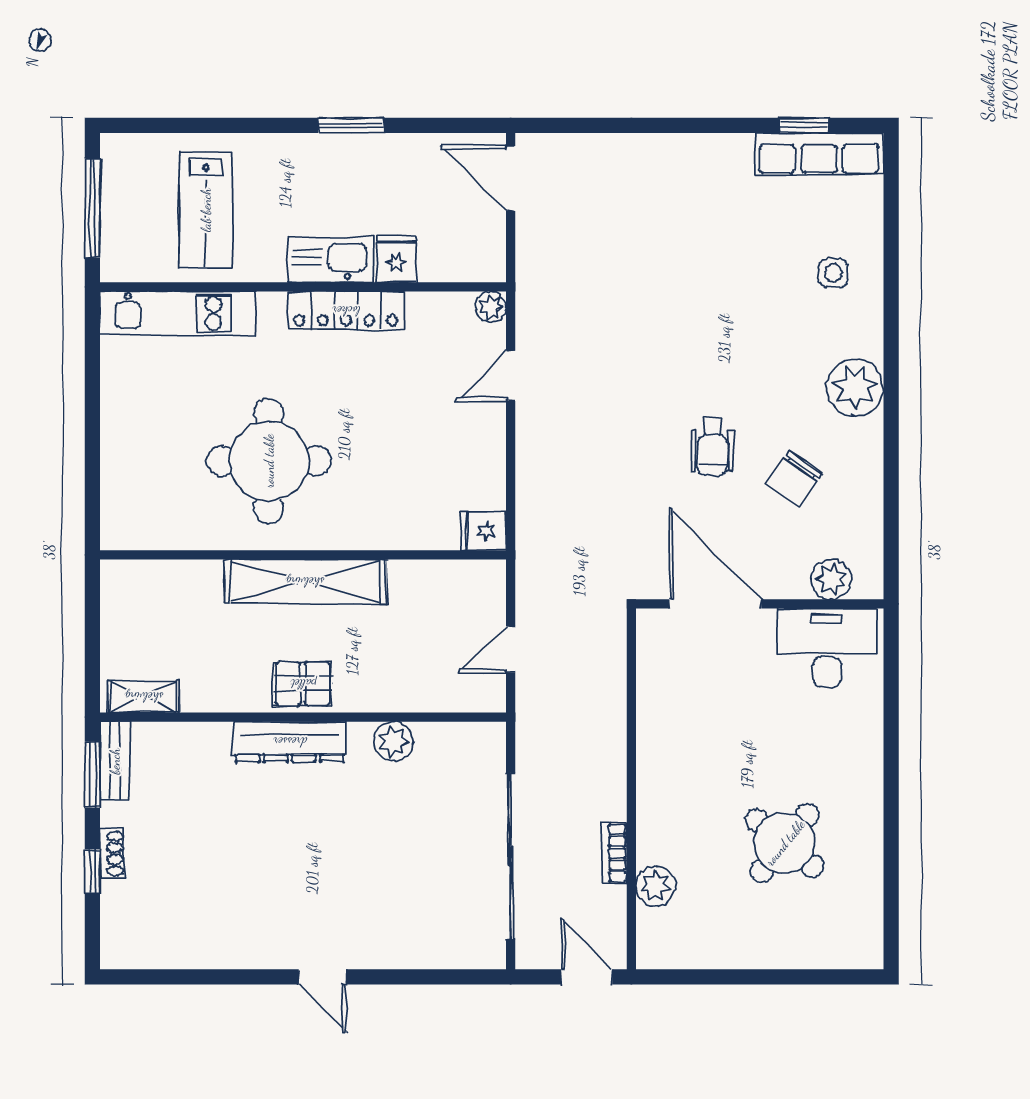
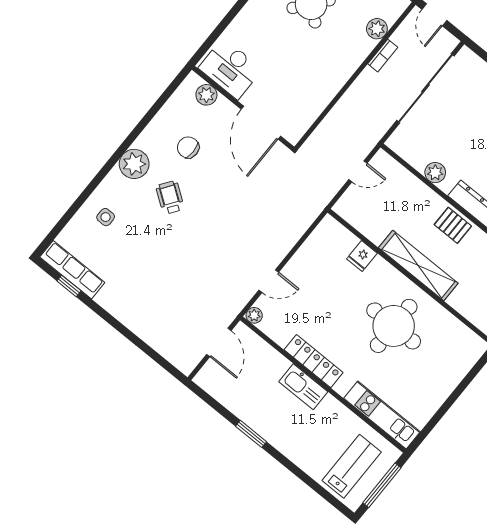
door: (511, 179) -> (219, 342), moved
lab bench: (206, 210) -> (352, 466), moved
fridge: (396, 259) -> (276, 366), removed
wheelchair: (712, 446) -> (170, 197), moved, turned -55
chair: (794, 478) -> (188, 147), turned -125
fridge: (483, 531) -> (362, 256), moved, turned 90

